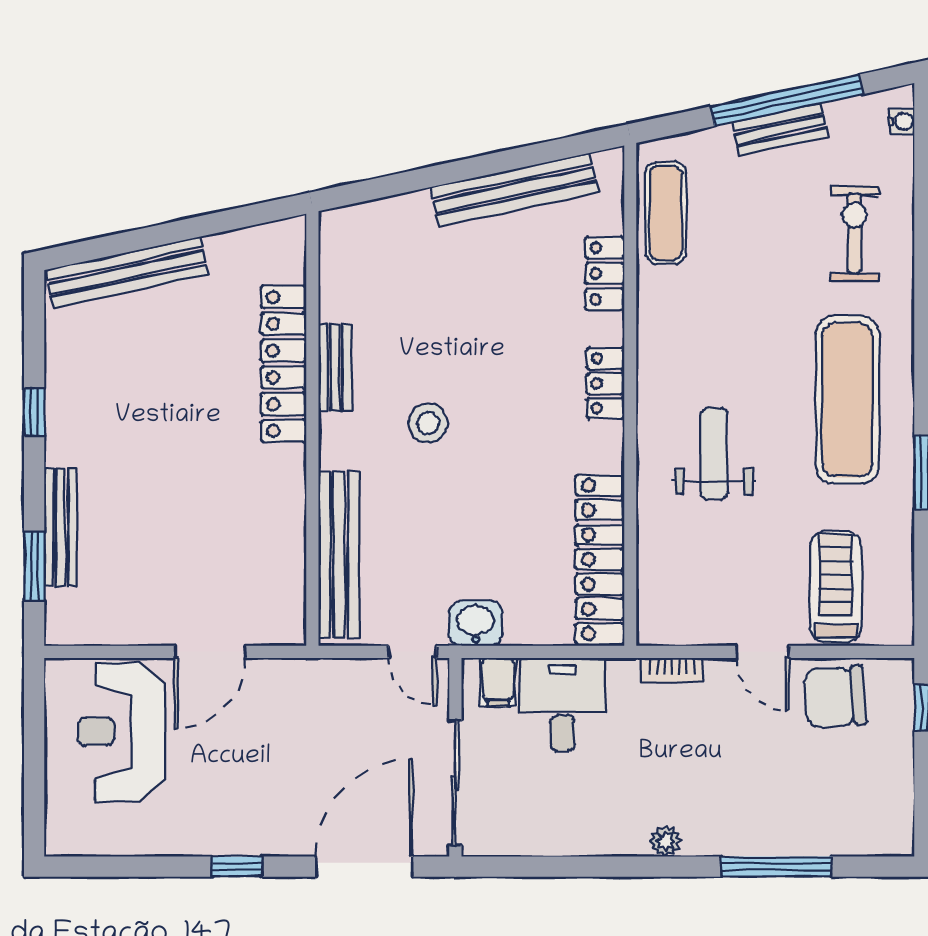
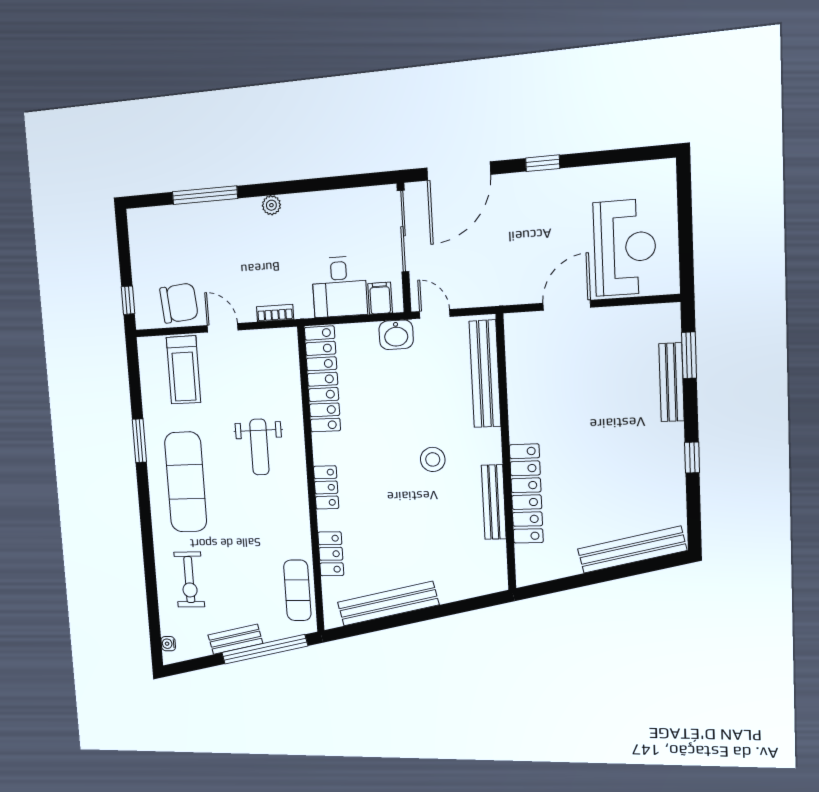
window: (787, 100) -> (265, 649), moved
bench: (335, 368) -> (494, 502), width x1.36

